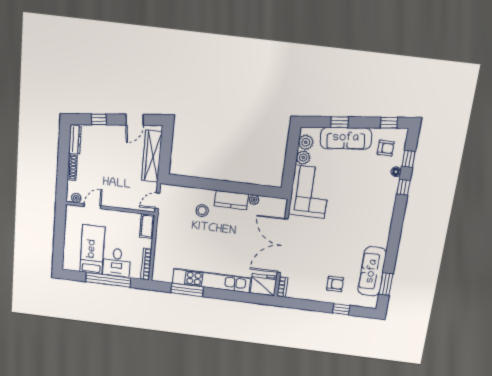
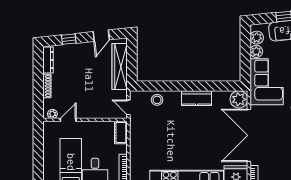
plant: (254, 200) -> (239, 99), moved, width x1.88, depth x1.88
door: (157, 201) -> (128, 107), hinge flipped
stool: (202, 211) -> (157, 100), moved

